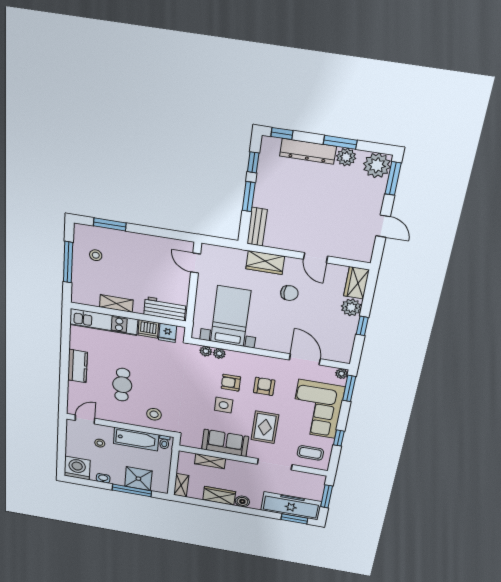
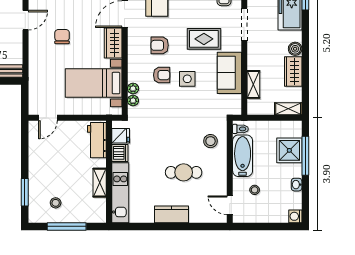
wardrobe: (265, 262) -> (113, 43), moved, turned 180
armchair: (231, 383) -> (162, 75), turned -90
washing machine: (77, 468) -> (295, 216), width x0.53, depth x0.53

